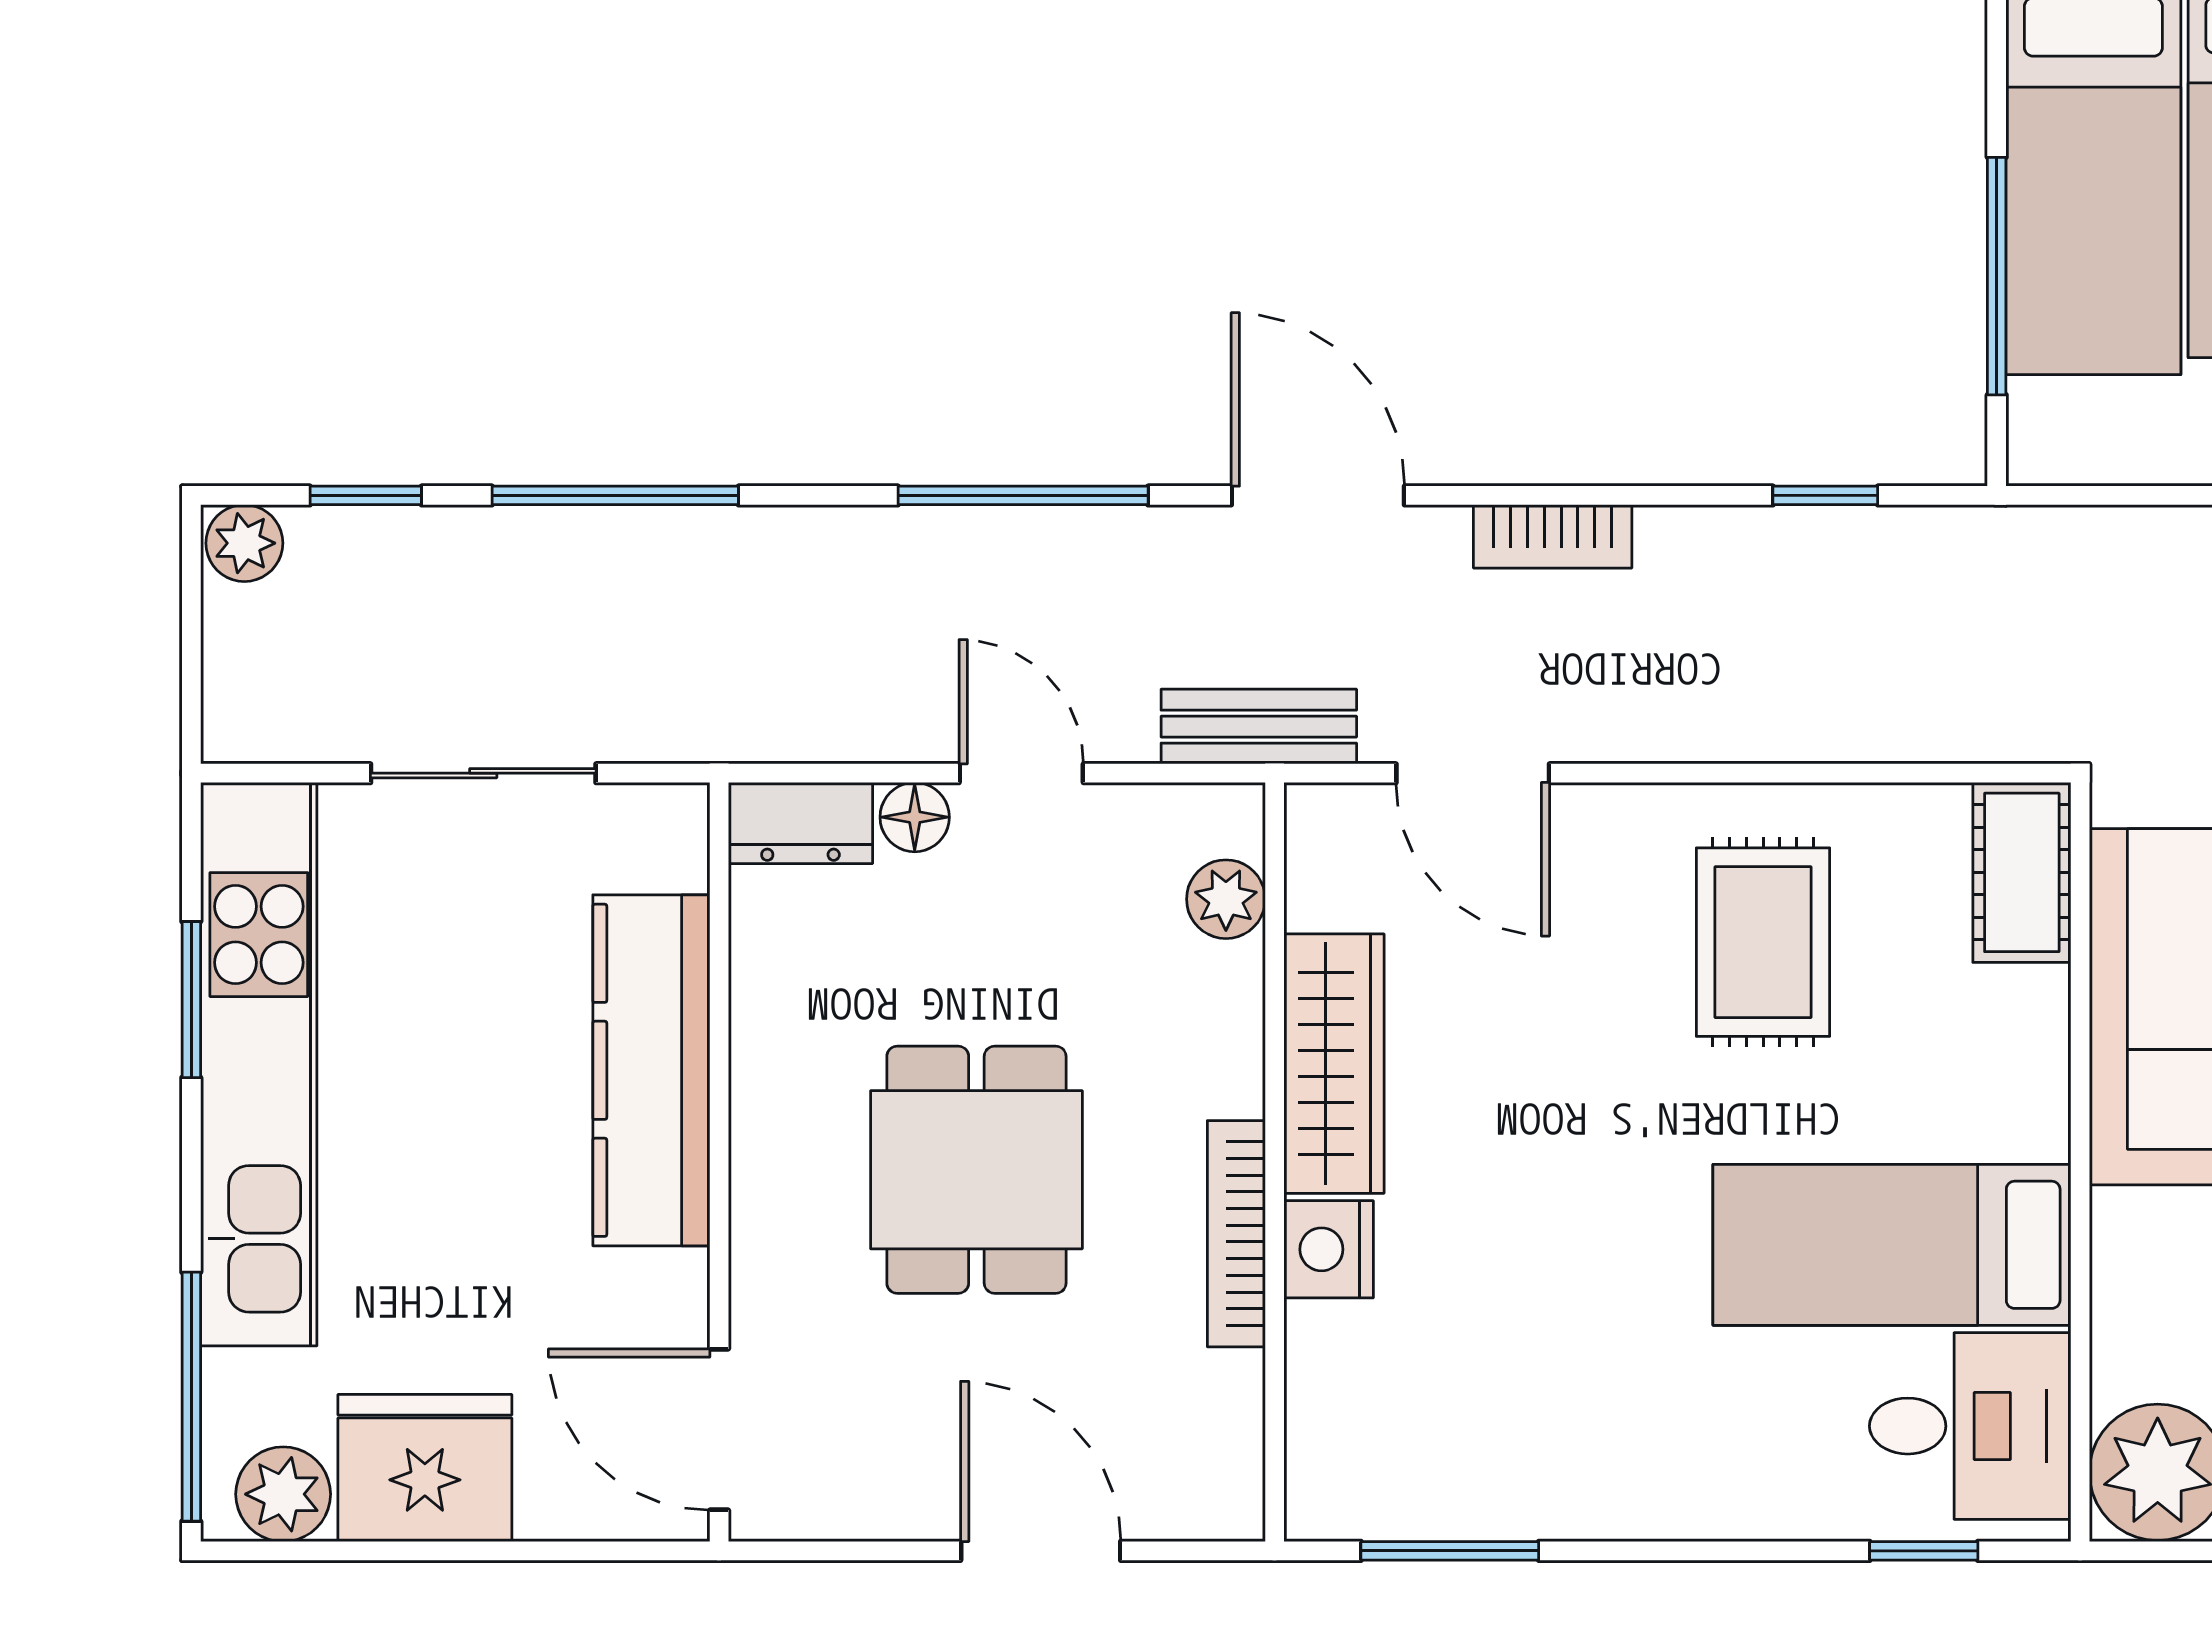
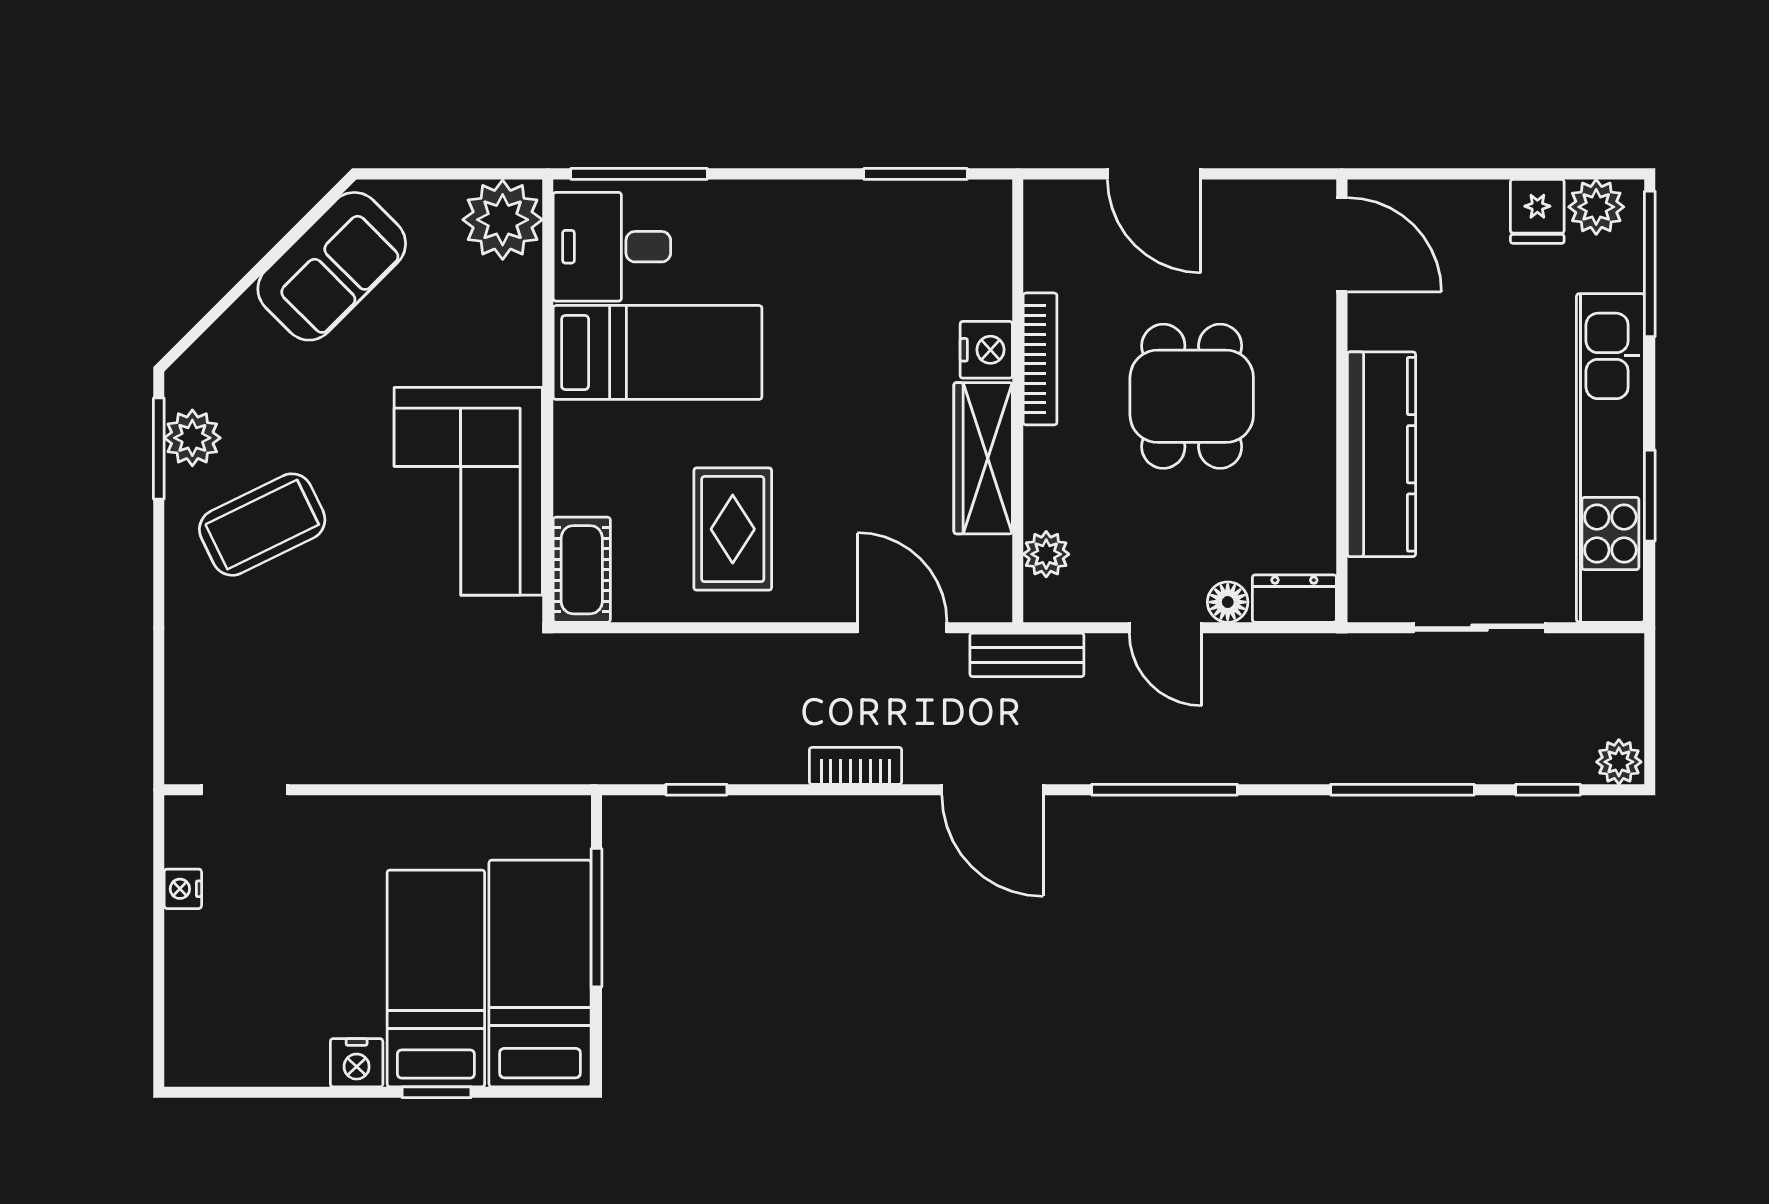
fridge: (425, 1468) -> (1537, 211), width x0.53, depth x0.75
window: (1924, 1551) -> (639, 174), width x2.17

